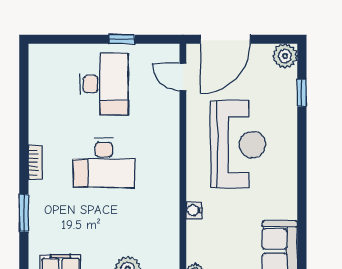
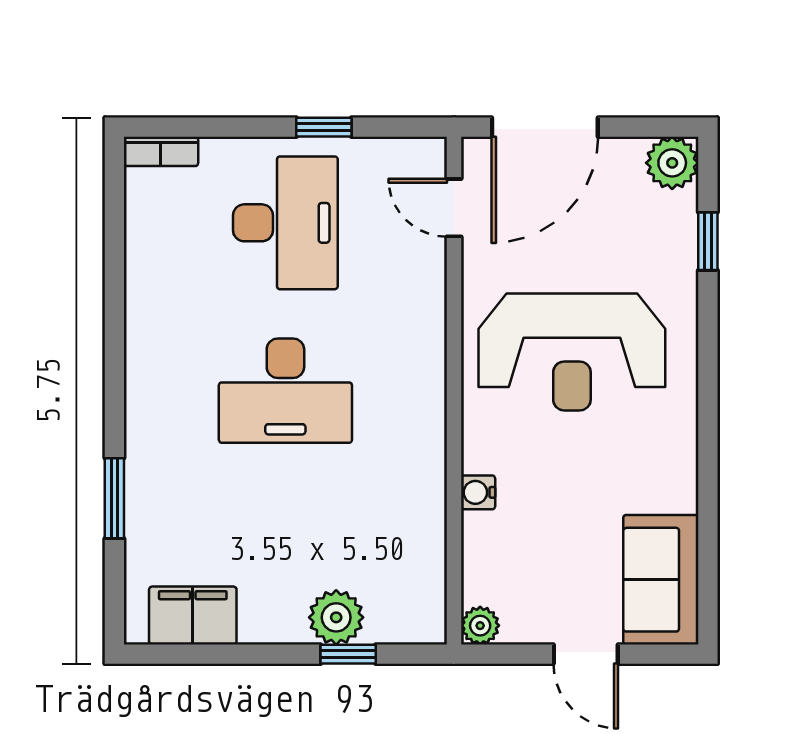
reception desk: (238, 145) -> (572, 352), turned 90
bookcase: (35, 162) -> (161, 151), moved, turned 90

